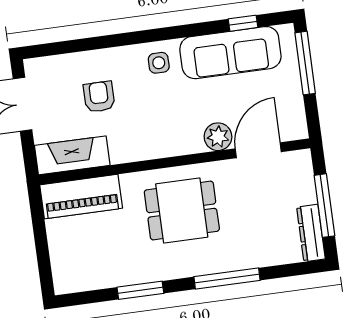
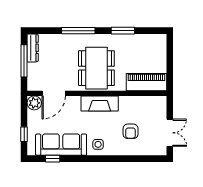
window: (305, 63) -> (24, 134), width x0.46
plant: (218, 137) -> (34, 103), moved
fireplace: (72, 155) -> (100, 103), moved
dining table: (182, 211) -> (96, 68), width x1.38

